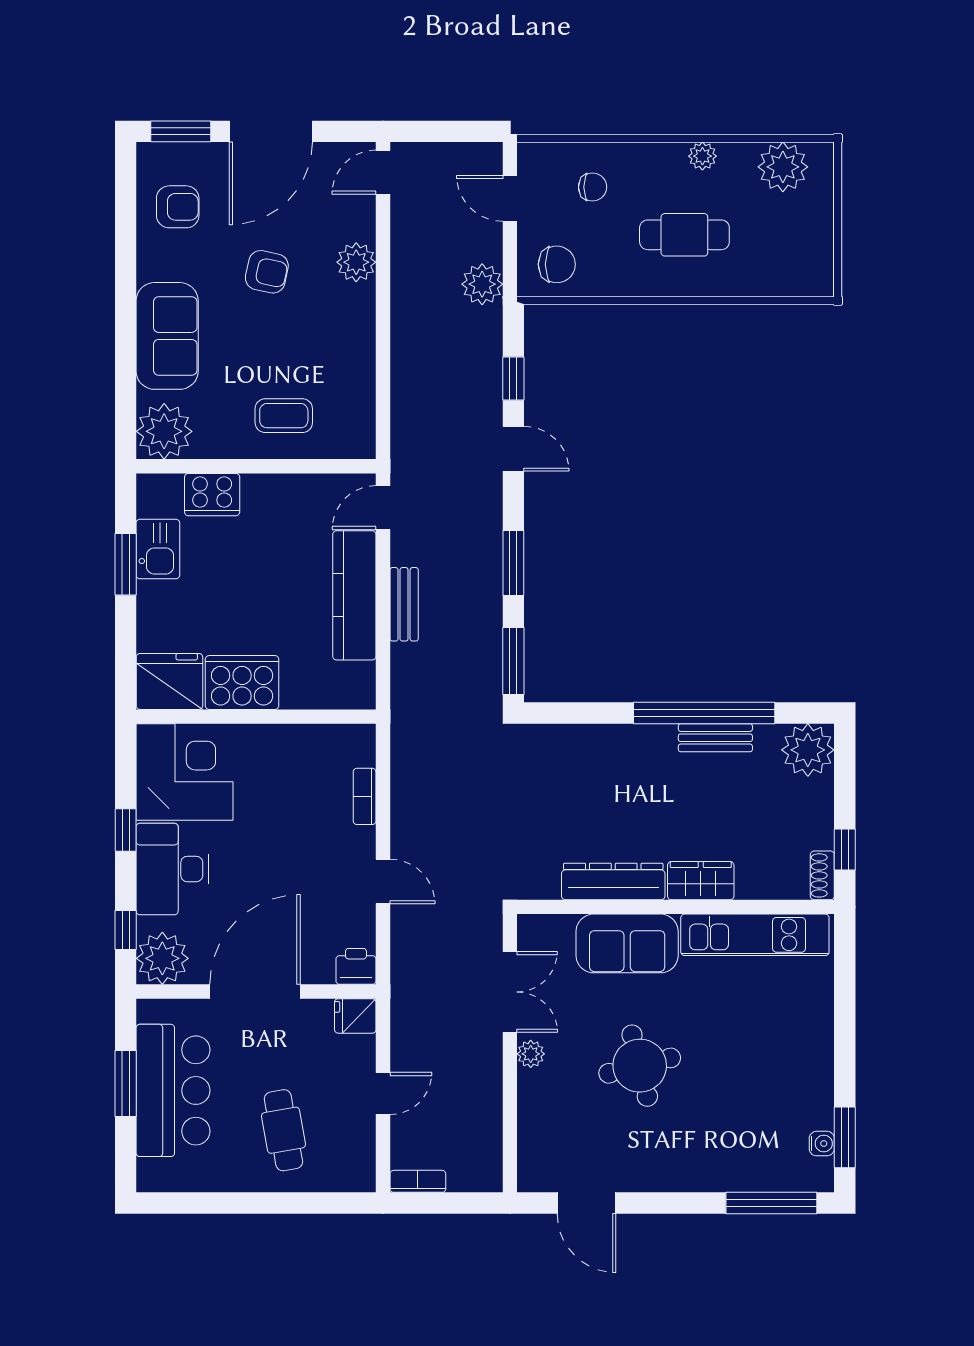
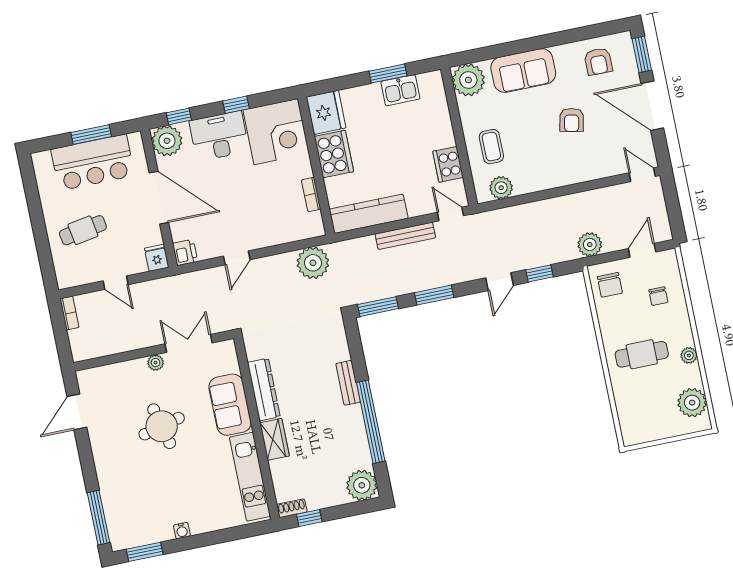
cafe table: (684, 235) -> (642, 354), turned 90
plant: (356, 262) -> (501, 188), moved
cooker: (212, 495) -> (448, 164), moved
kitchen counter: (354, 595) -> (369, 214), moved
bench: (404, 604) -> (405, 236), width x1.36
bench: (715, 738) -> (348, 383), moved
plant: (418, 755) -> (313, 263), added
bookcase: (365, 796) -> (311, 195), moved, turned -90
double door: (510, 992) -> (189, 343), swing flipped
water cooler: (822, 1144) -> (182, 531), moved

